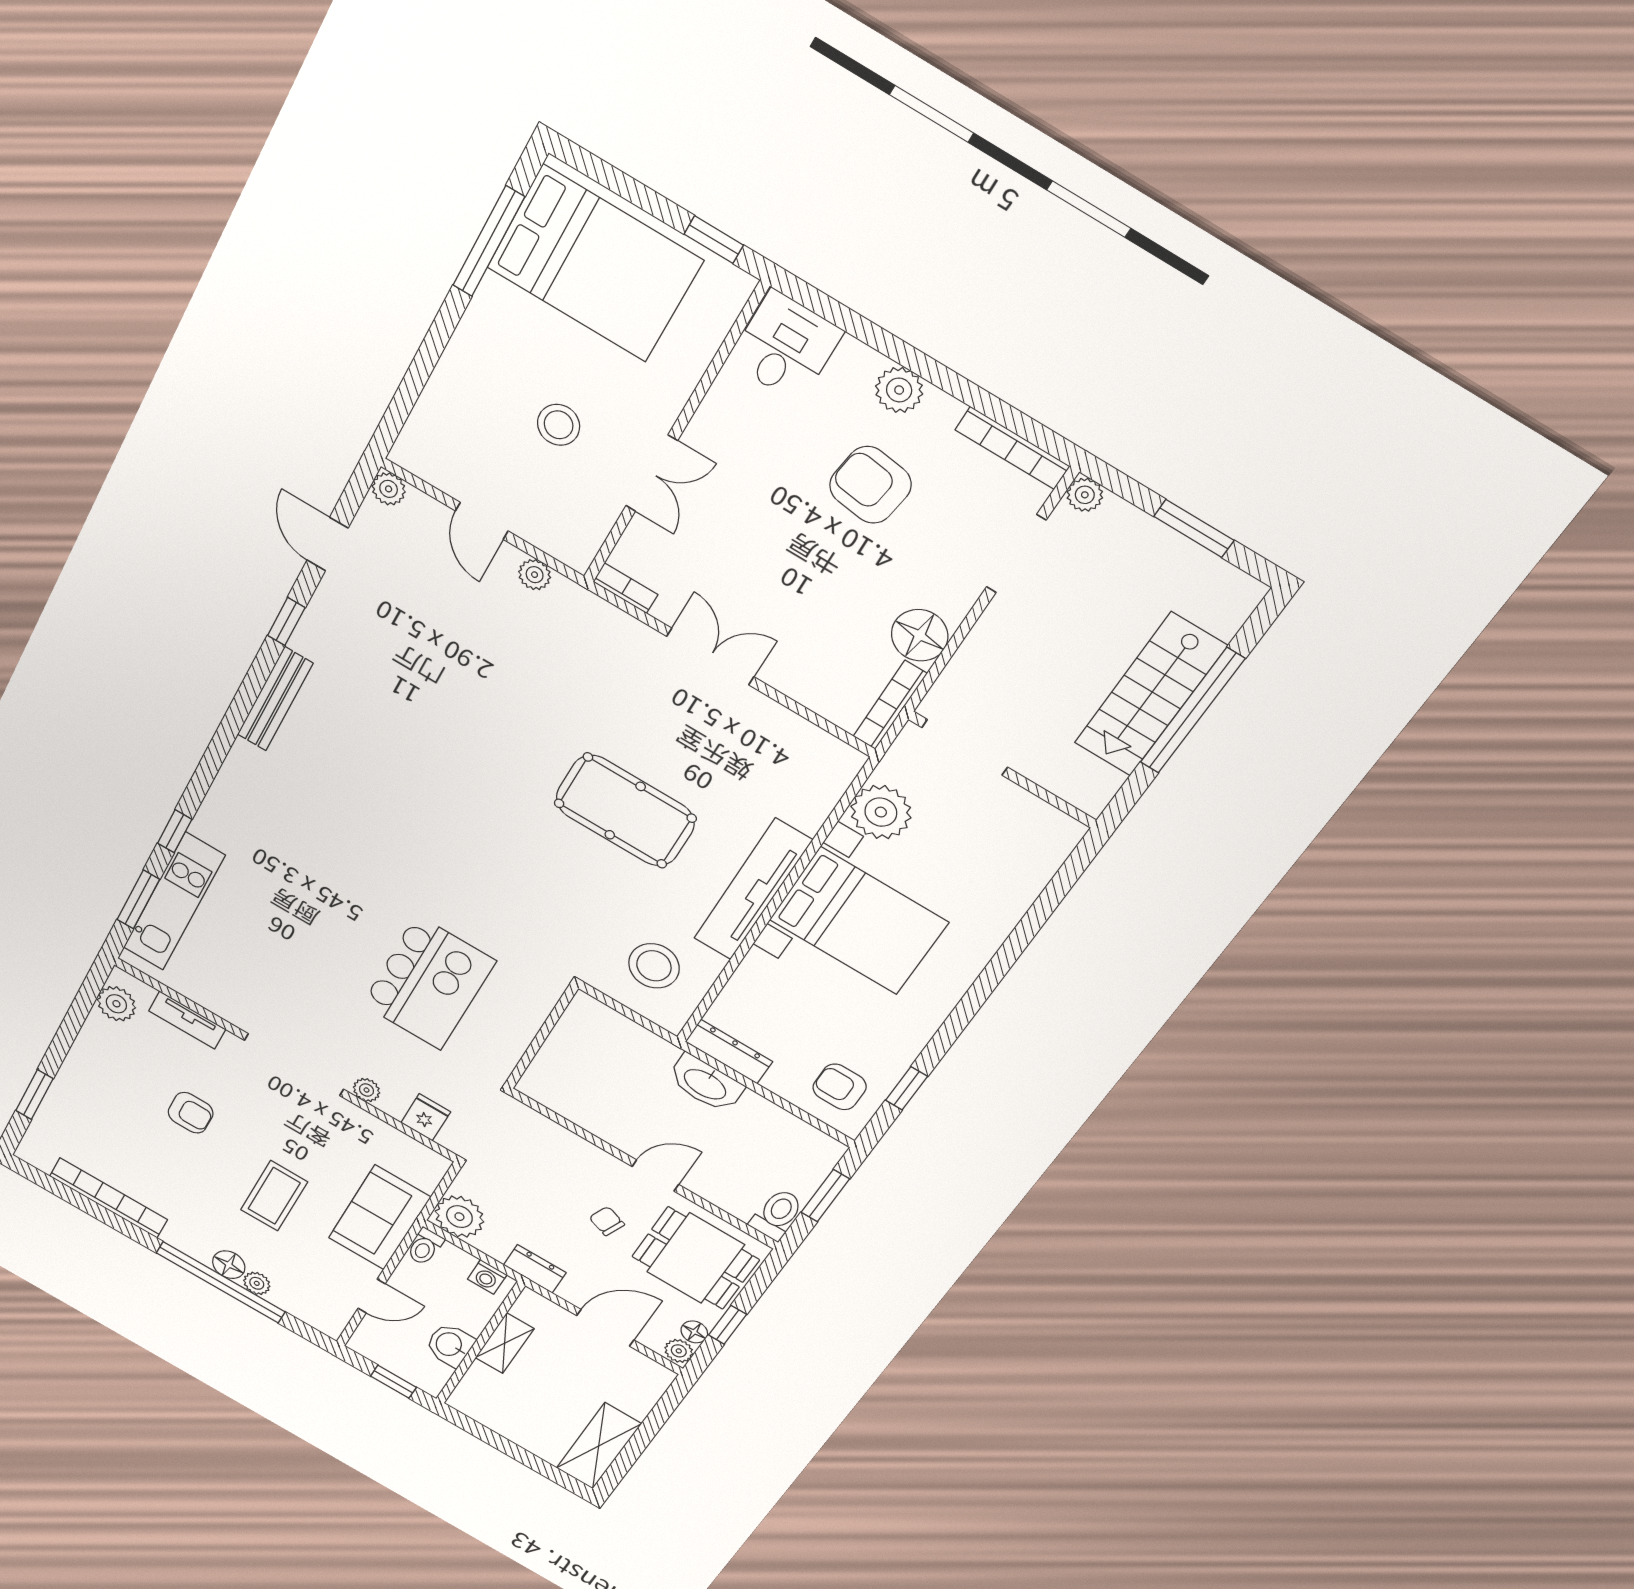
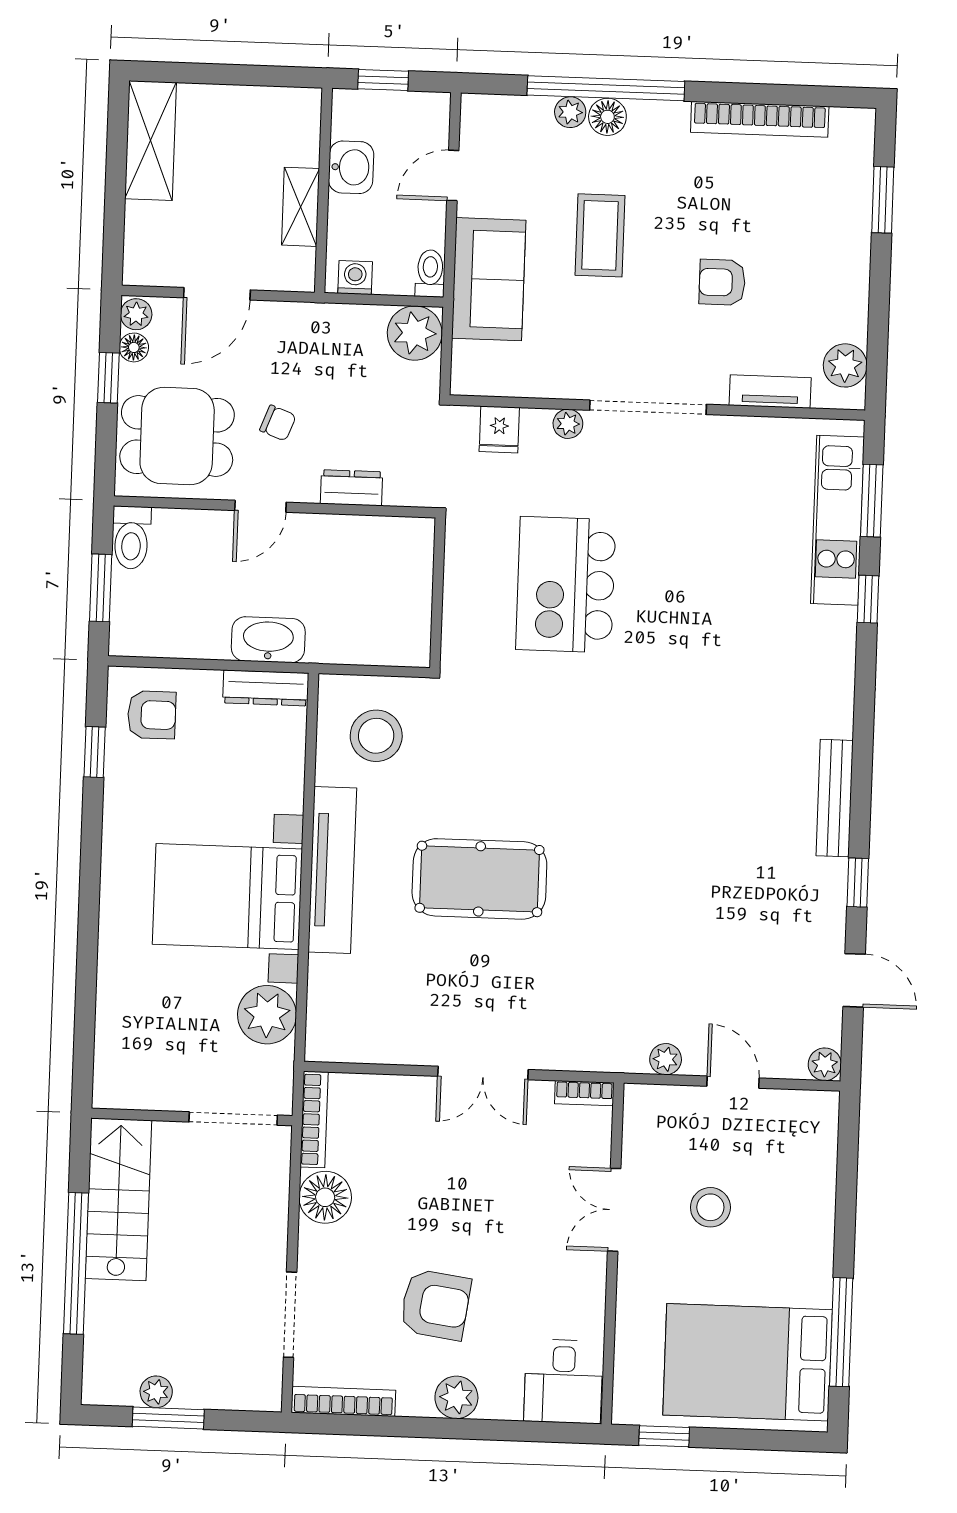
plant: (1085, 495) -> (156, 1392), moved
stairs: (1150, 695) -> (118, 1199), moved
dresser: (535, 1269) -> (352, 488), moved, turned 180

